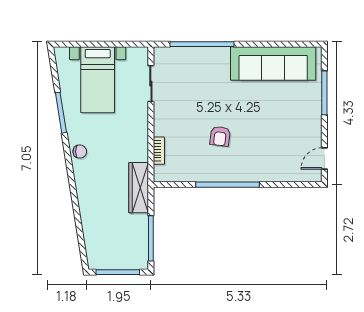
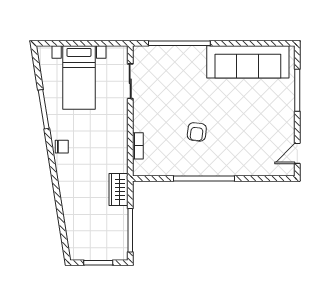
wardrobe: (139, 188) -> (118, 190), width x0.67
window: (118, 272) -> (98, 263), width x0.69

